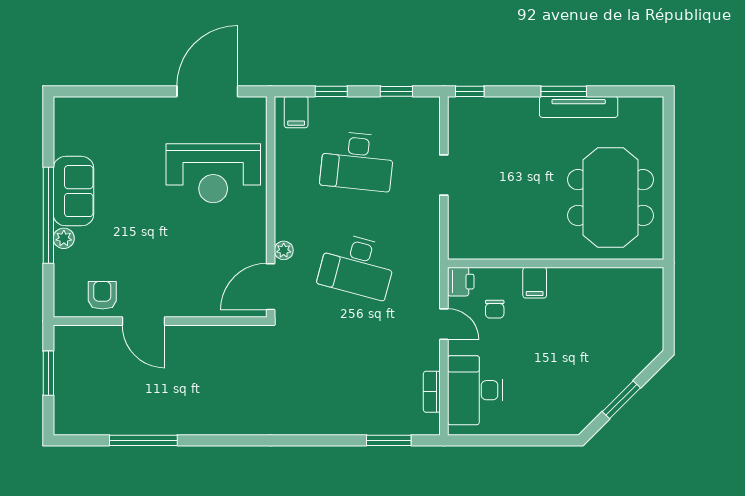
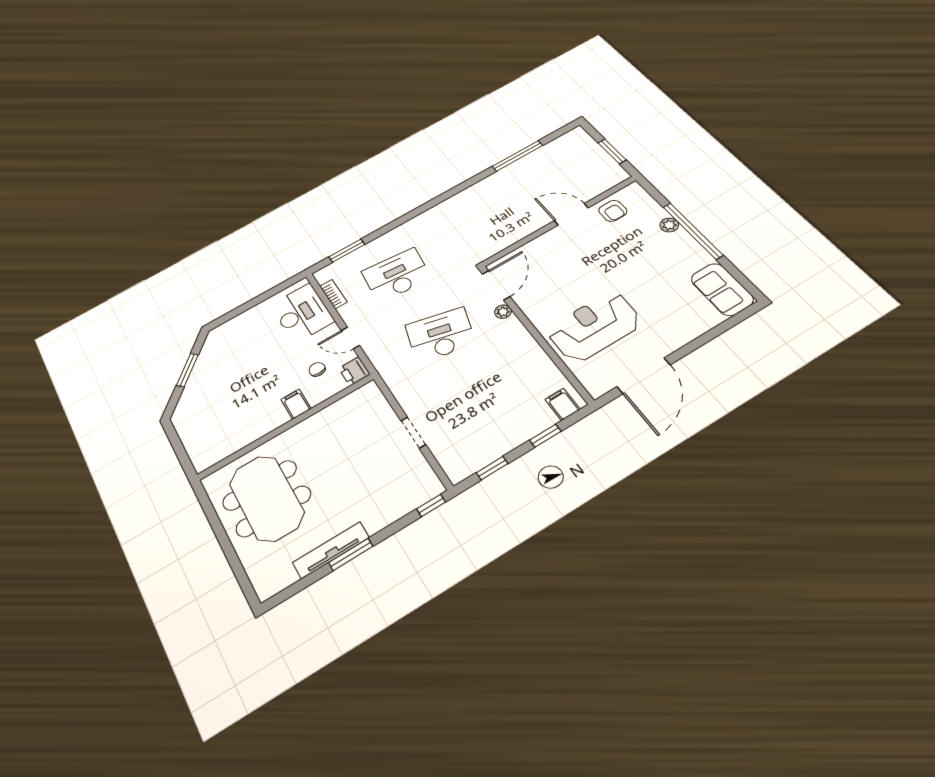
desk: (357, 161) -> (397, 275), moved
sofa: (73, 191) -> (722, 289), moved

